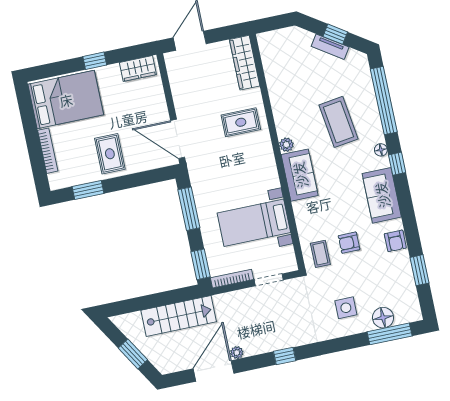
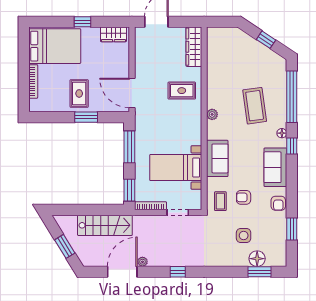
tv unit: (330, 47) -> (260, 48), removed
sofa: (300, 175) -> (217, 158), moved
window: (88, 190) -> (86, 117), moved
side table: (346, 308) -> (244, 235), moved
window: (390, 334) -> (259, 272), width x0.69

